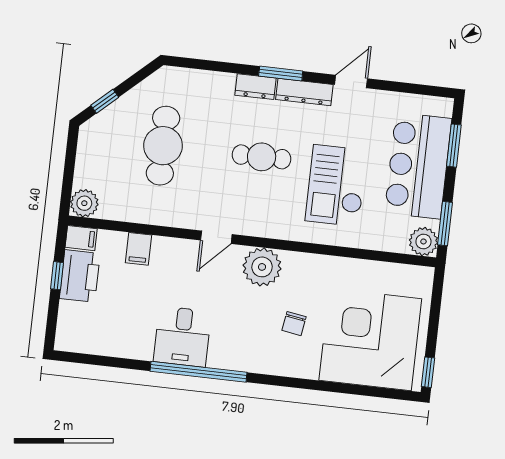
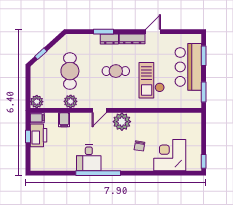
window: (281, 73) -> (104, 32), moved
plant: (423, 241) -> (71, 101), moved
corner desk: (370, 340) -> (170, 155), width x0.74, depth x0.74

